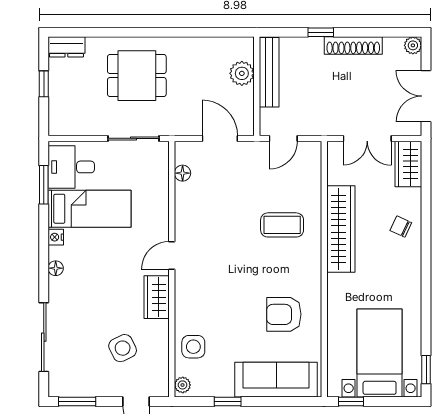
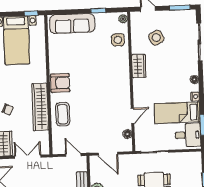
door: (283, 138) -> (73, 155), hinge flipped
coffee table: (282, 225) -> (63, 114), moved, turned 90
door: (172, 255) -> (133, 116), moved
armchair: (284, 314) -> (60, 83), moved

